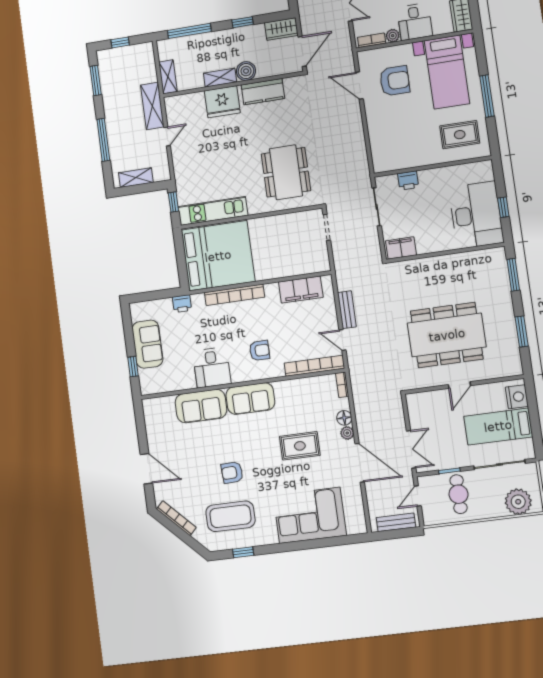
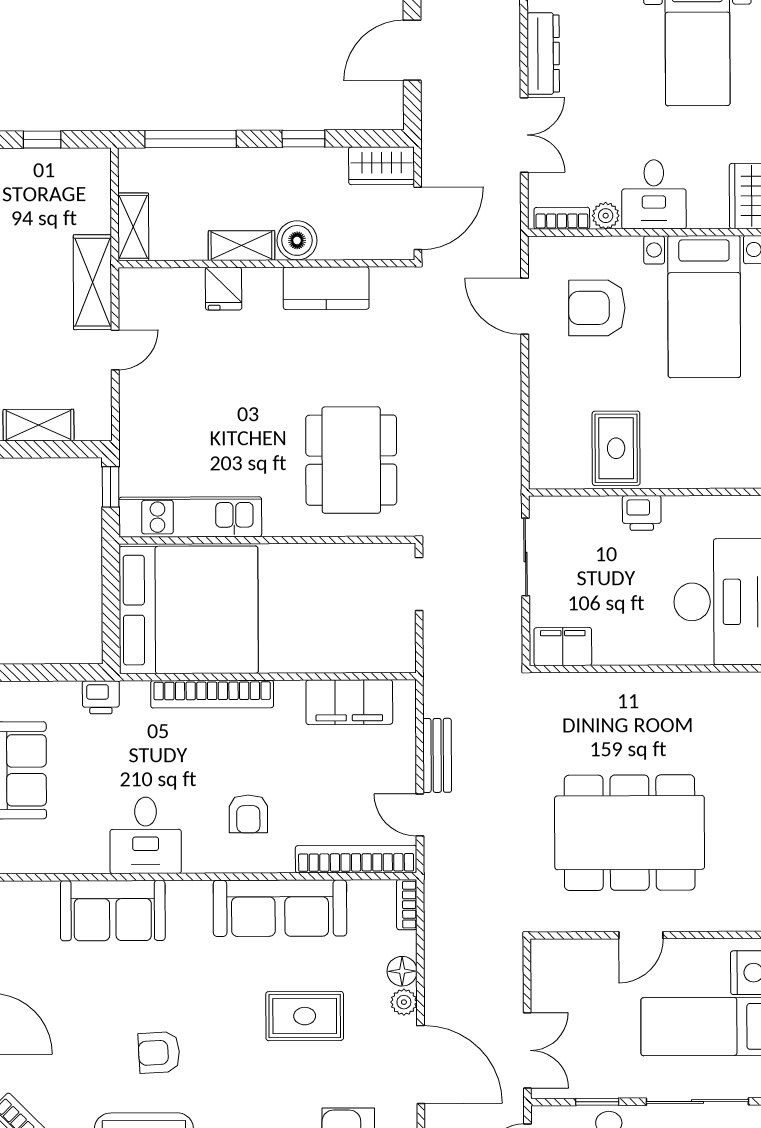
armchair: (395, 81) -> (597, 308), turned 180
fridge: (222, 102) -> (224, 289), width x0.53, depth x0.75
rug: (460, 135) -> (616, 448), moved, turned 90
printer: (408, 180) -> (642, 513), moved
armchair: (260, 350) -> (248, 814), turned 90
sofa: (250, 399) -> (280, 908), moved, width x1.36

